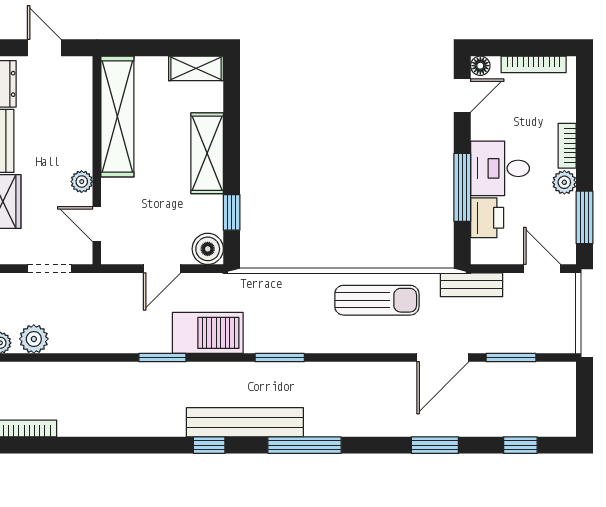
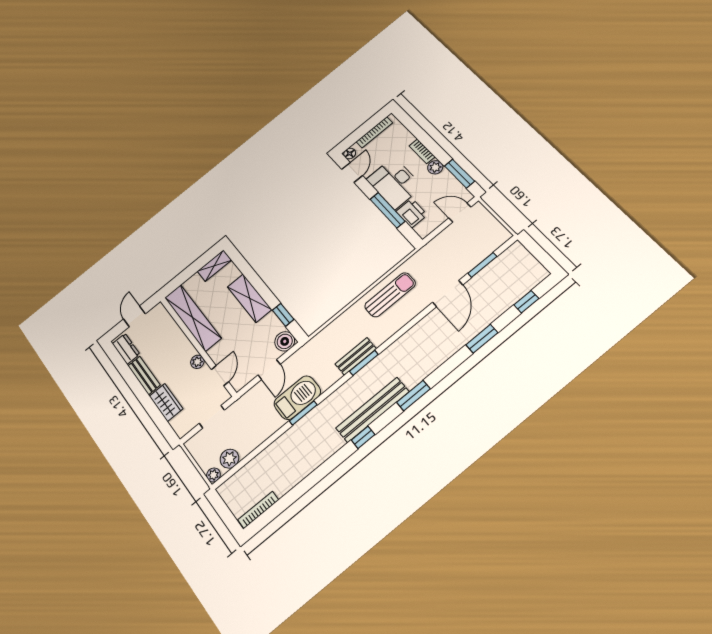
door: (44, 48) -> (134, 316), hinge flipped
desk: (500, 168) -> (394, 183), width x1.37
door: (97, 224) -> (220, 376), swing flipped
bench: (471, 285) -> (356, 356), moved
barbecue: (208, 333) -> (297, 398), moved
window: (305, 445) -> (413, 396), width x0.69

